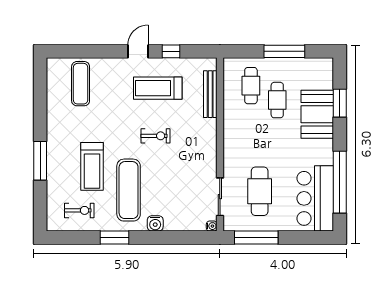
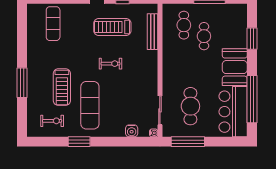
booth: (317, 114) -> (235, 67), moved
water cooler: (155, 223) -> (132, 131), moved

